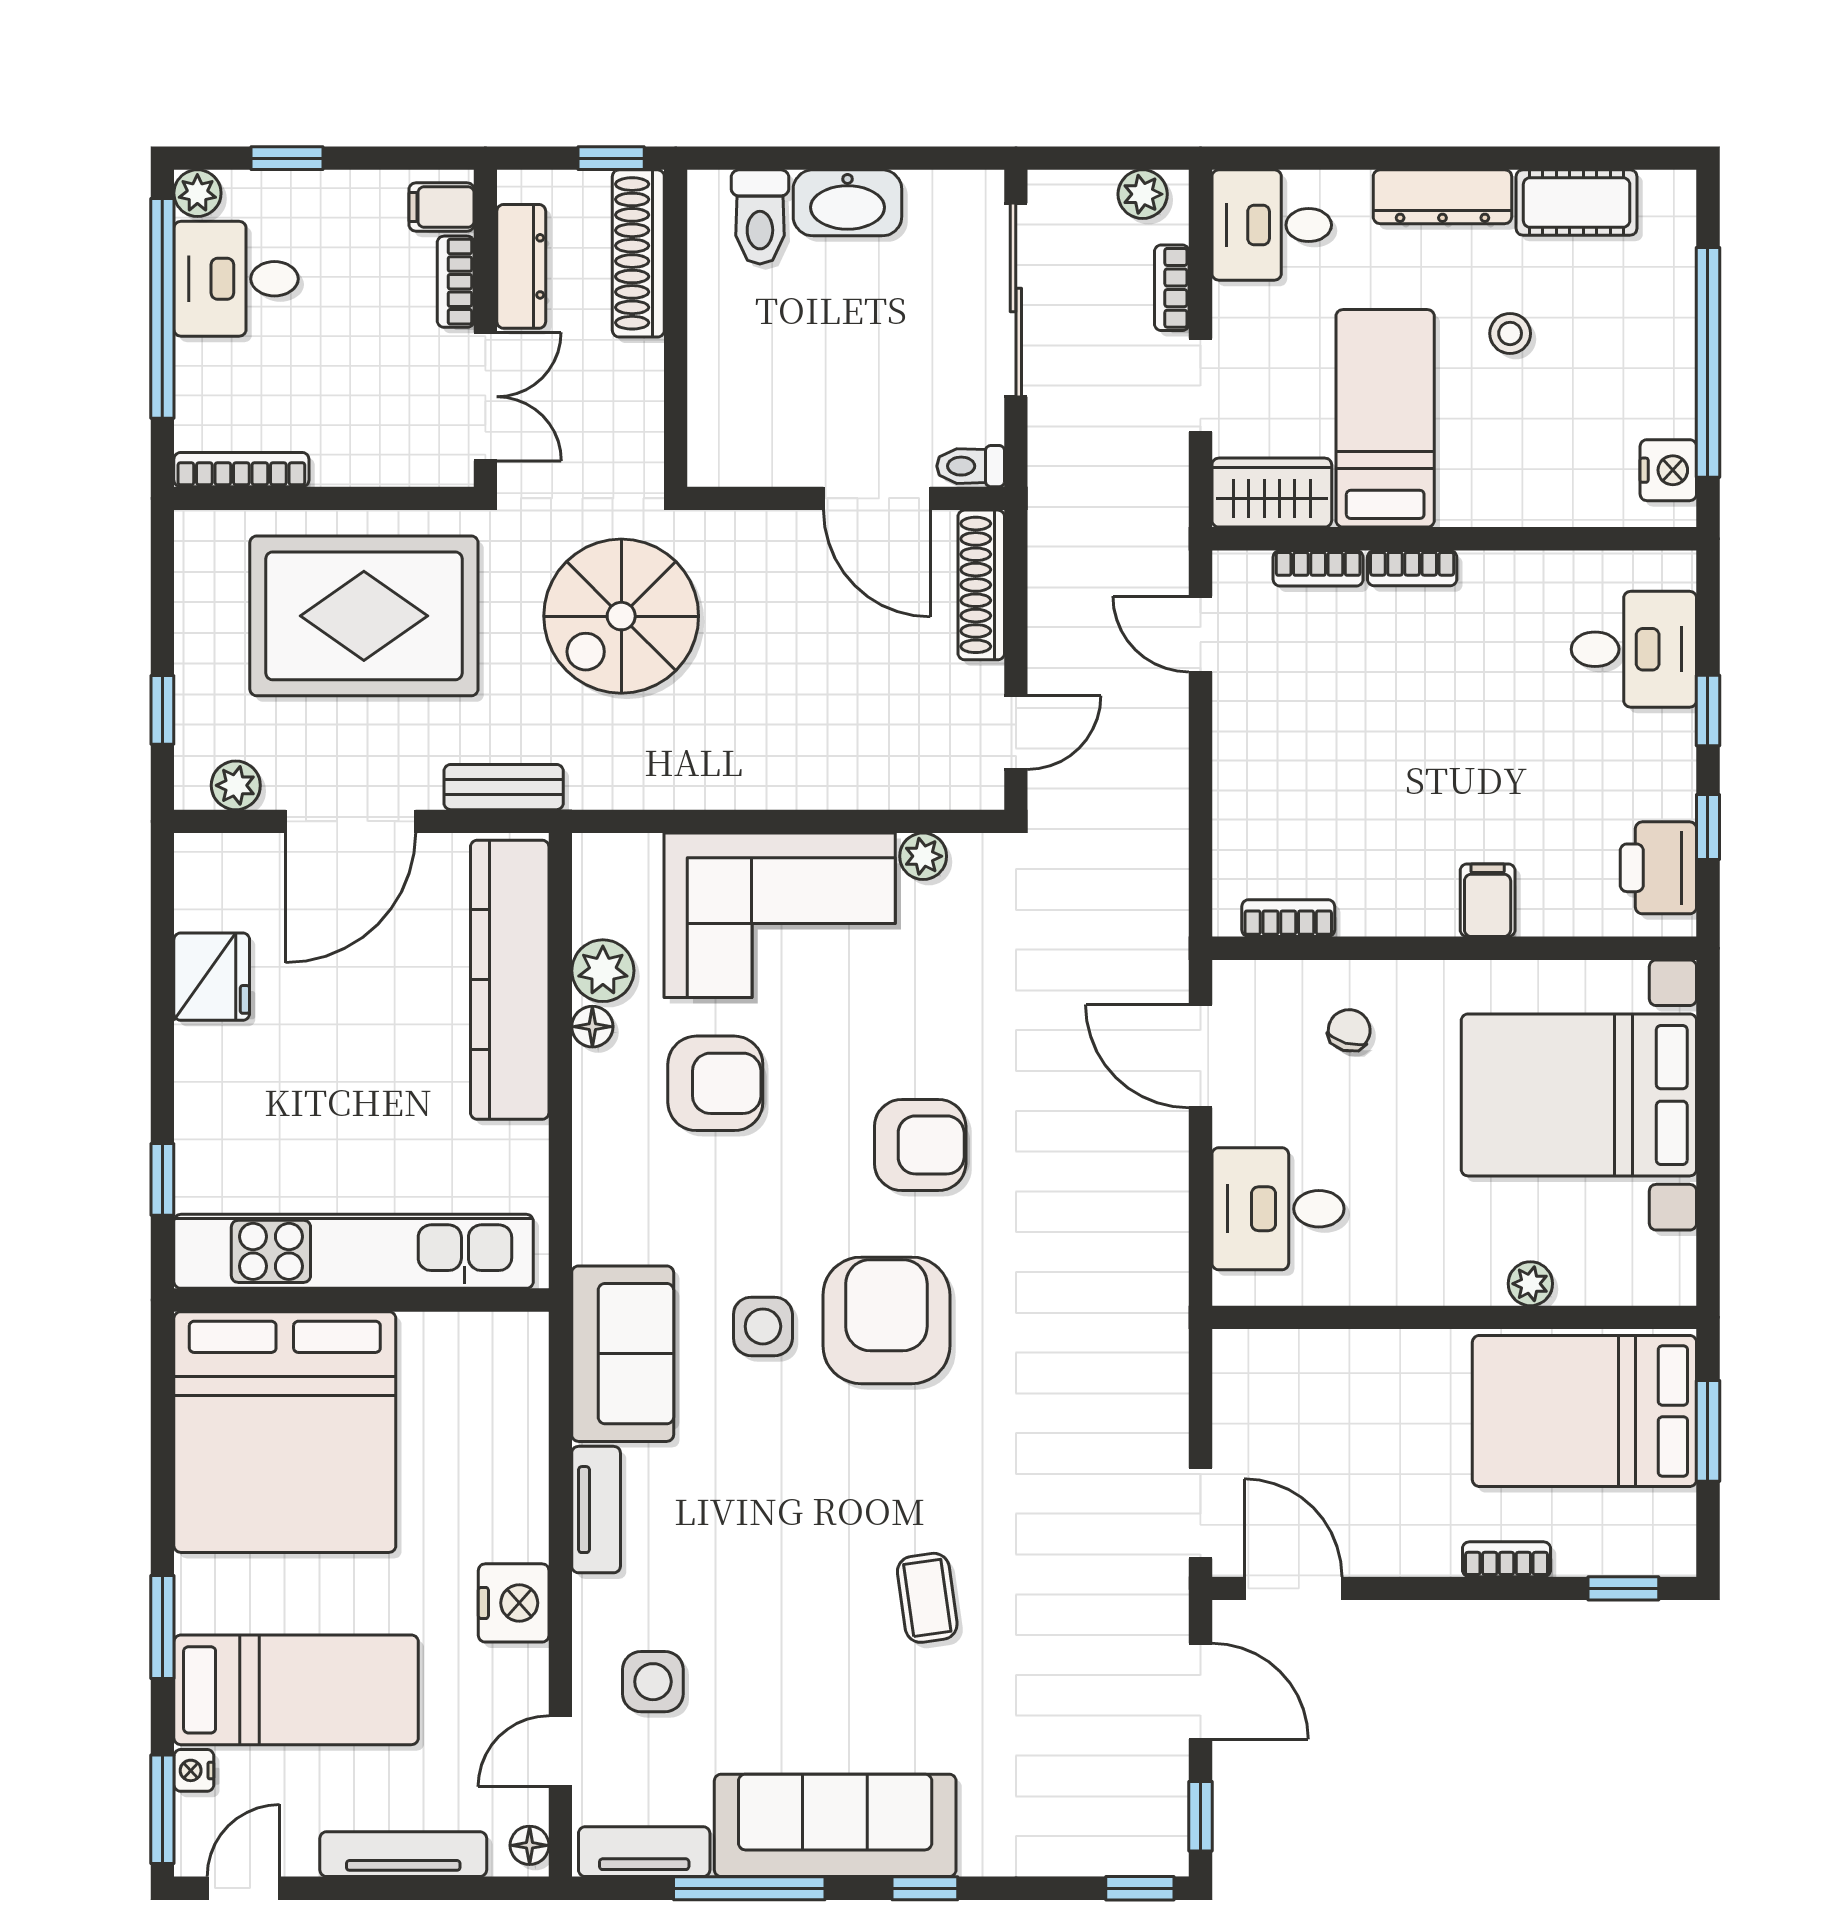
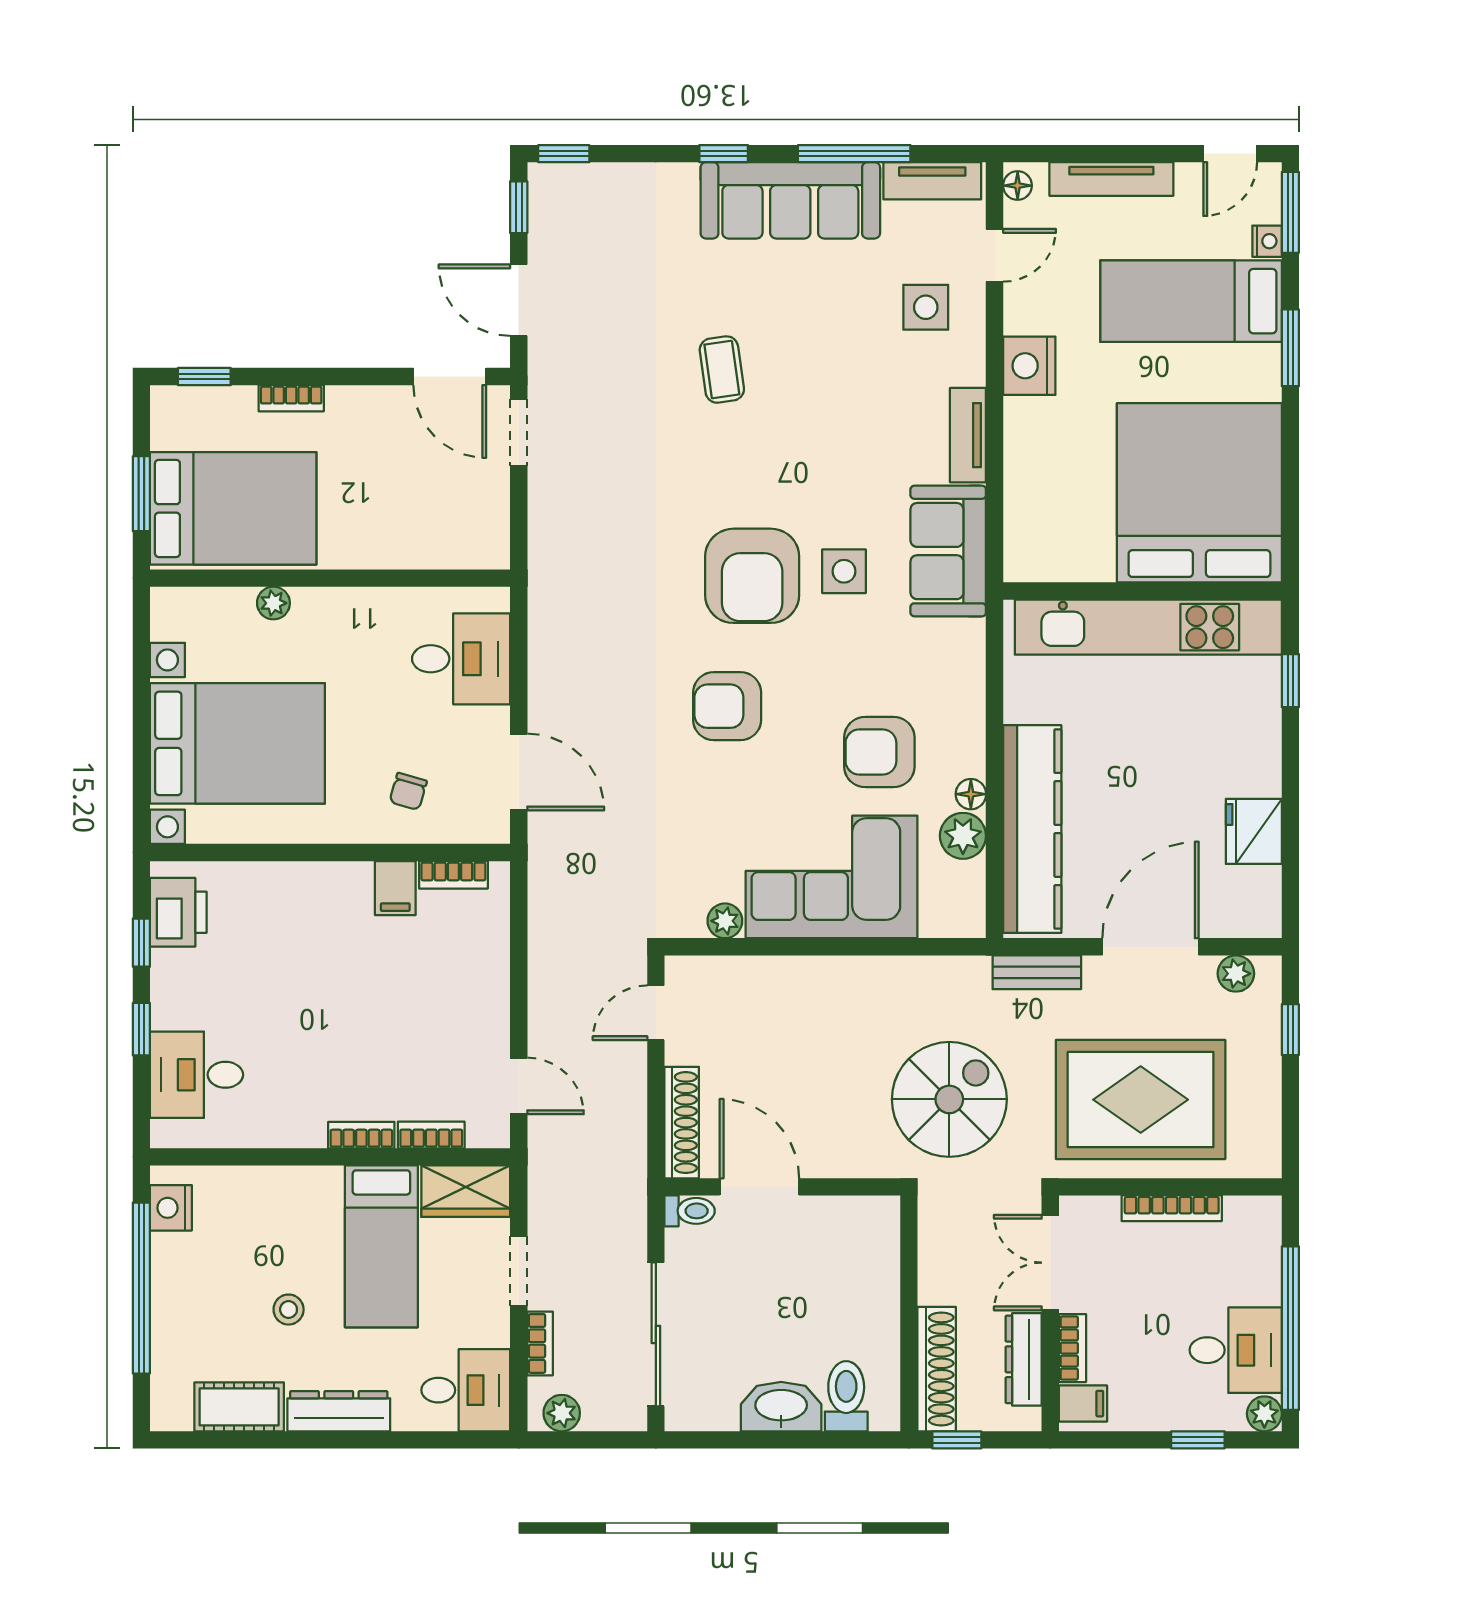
bookcase: (241, 470) -> (1172, 1208), moved
filing cabinet: (1488, 900) -> (395, 888), moved

